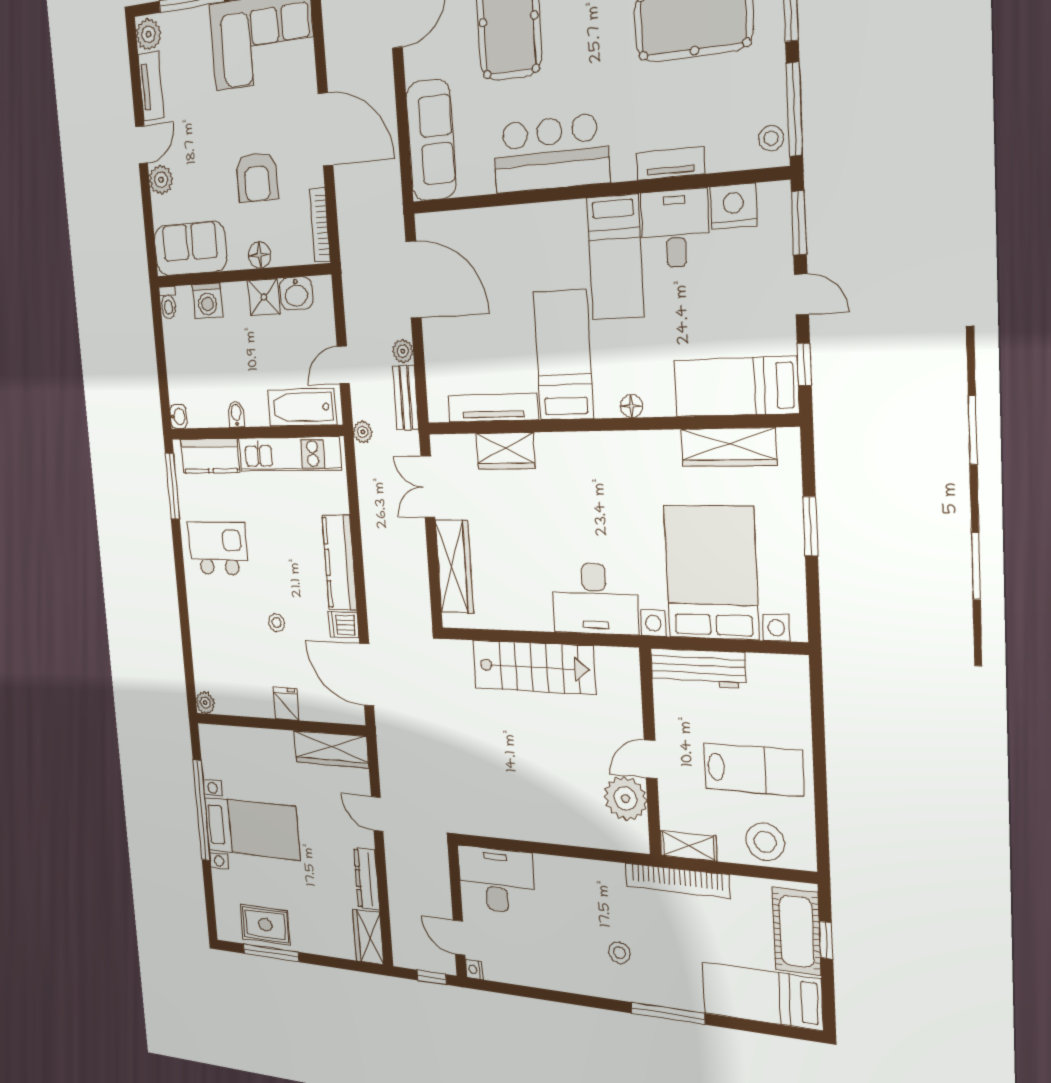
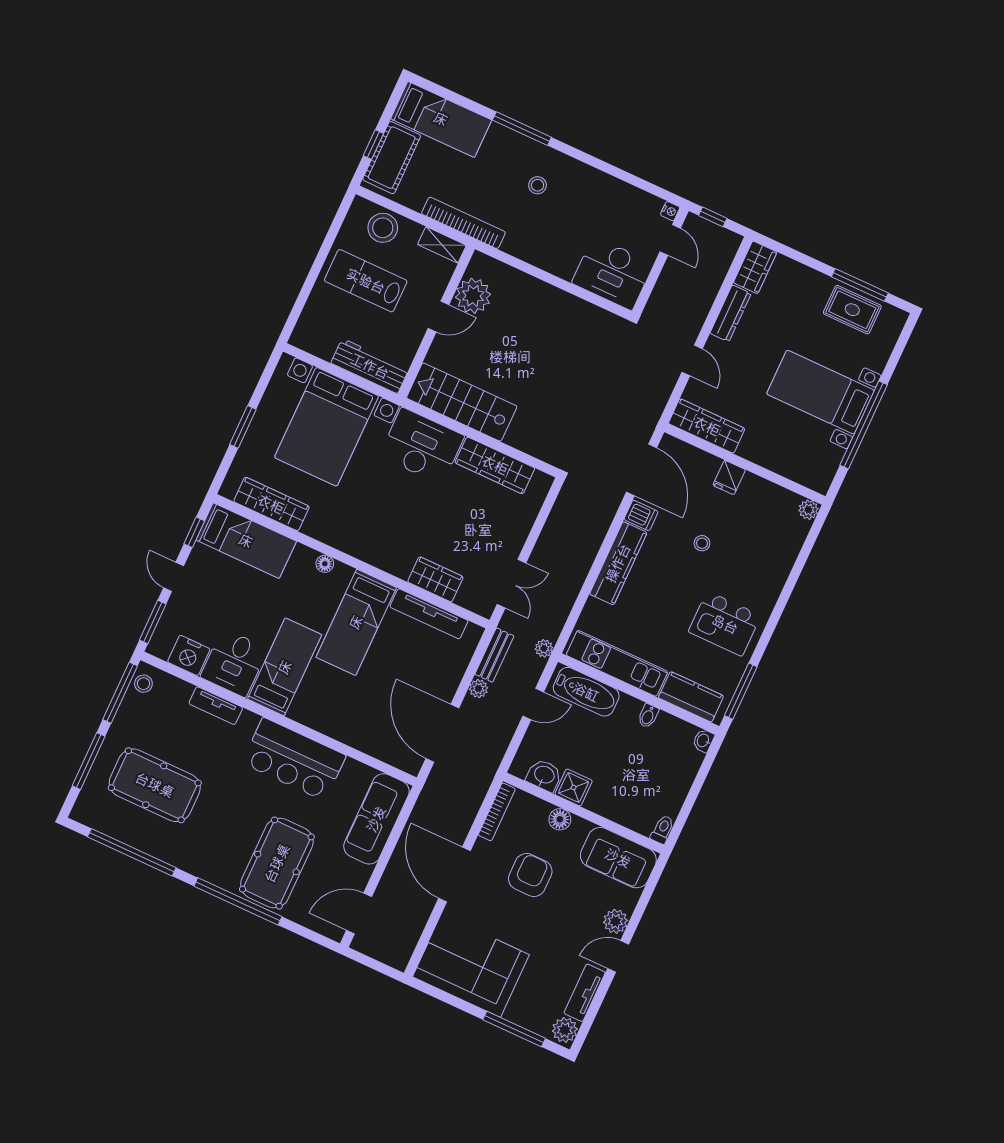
washing machine: (207, 301) -> (626, 812), removed
wardrobe: (454, 567) -> (495, 465), moved, turned -90
stairs: (534, 667) -> (462, 402), moved

